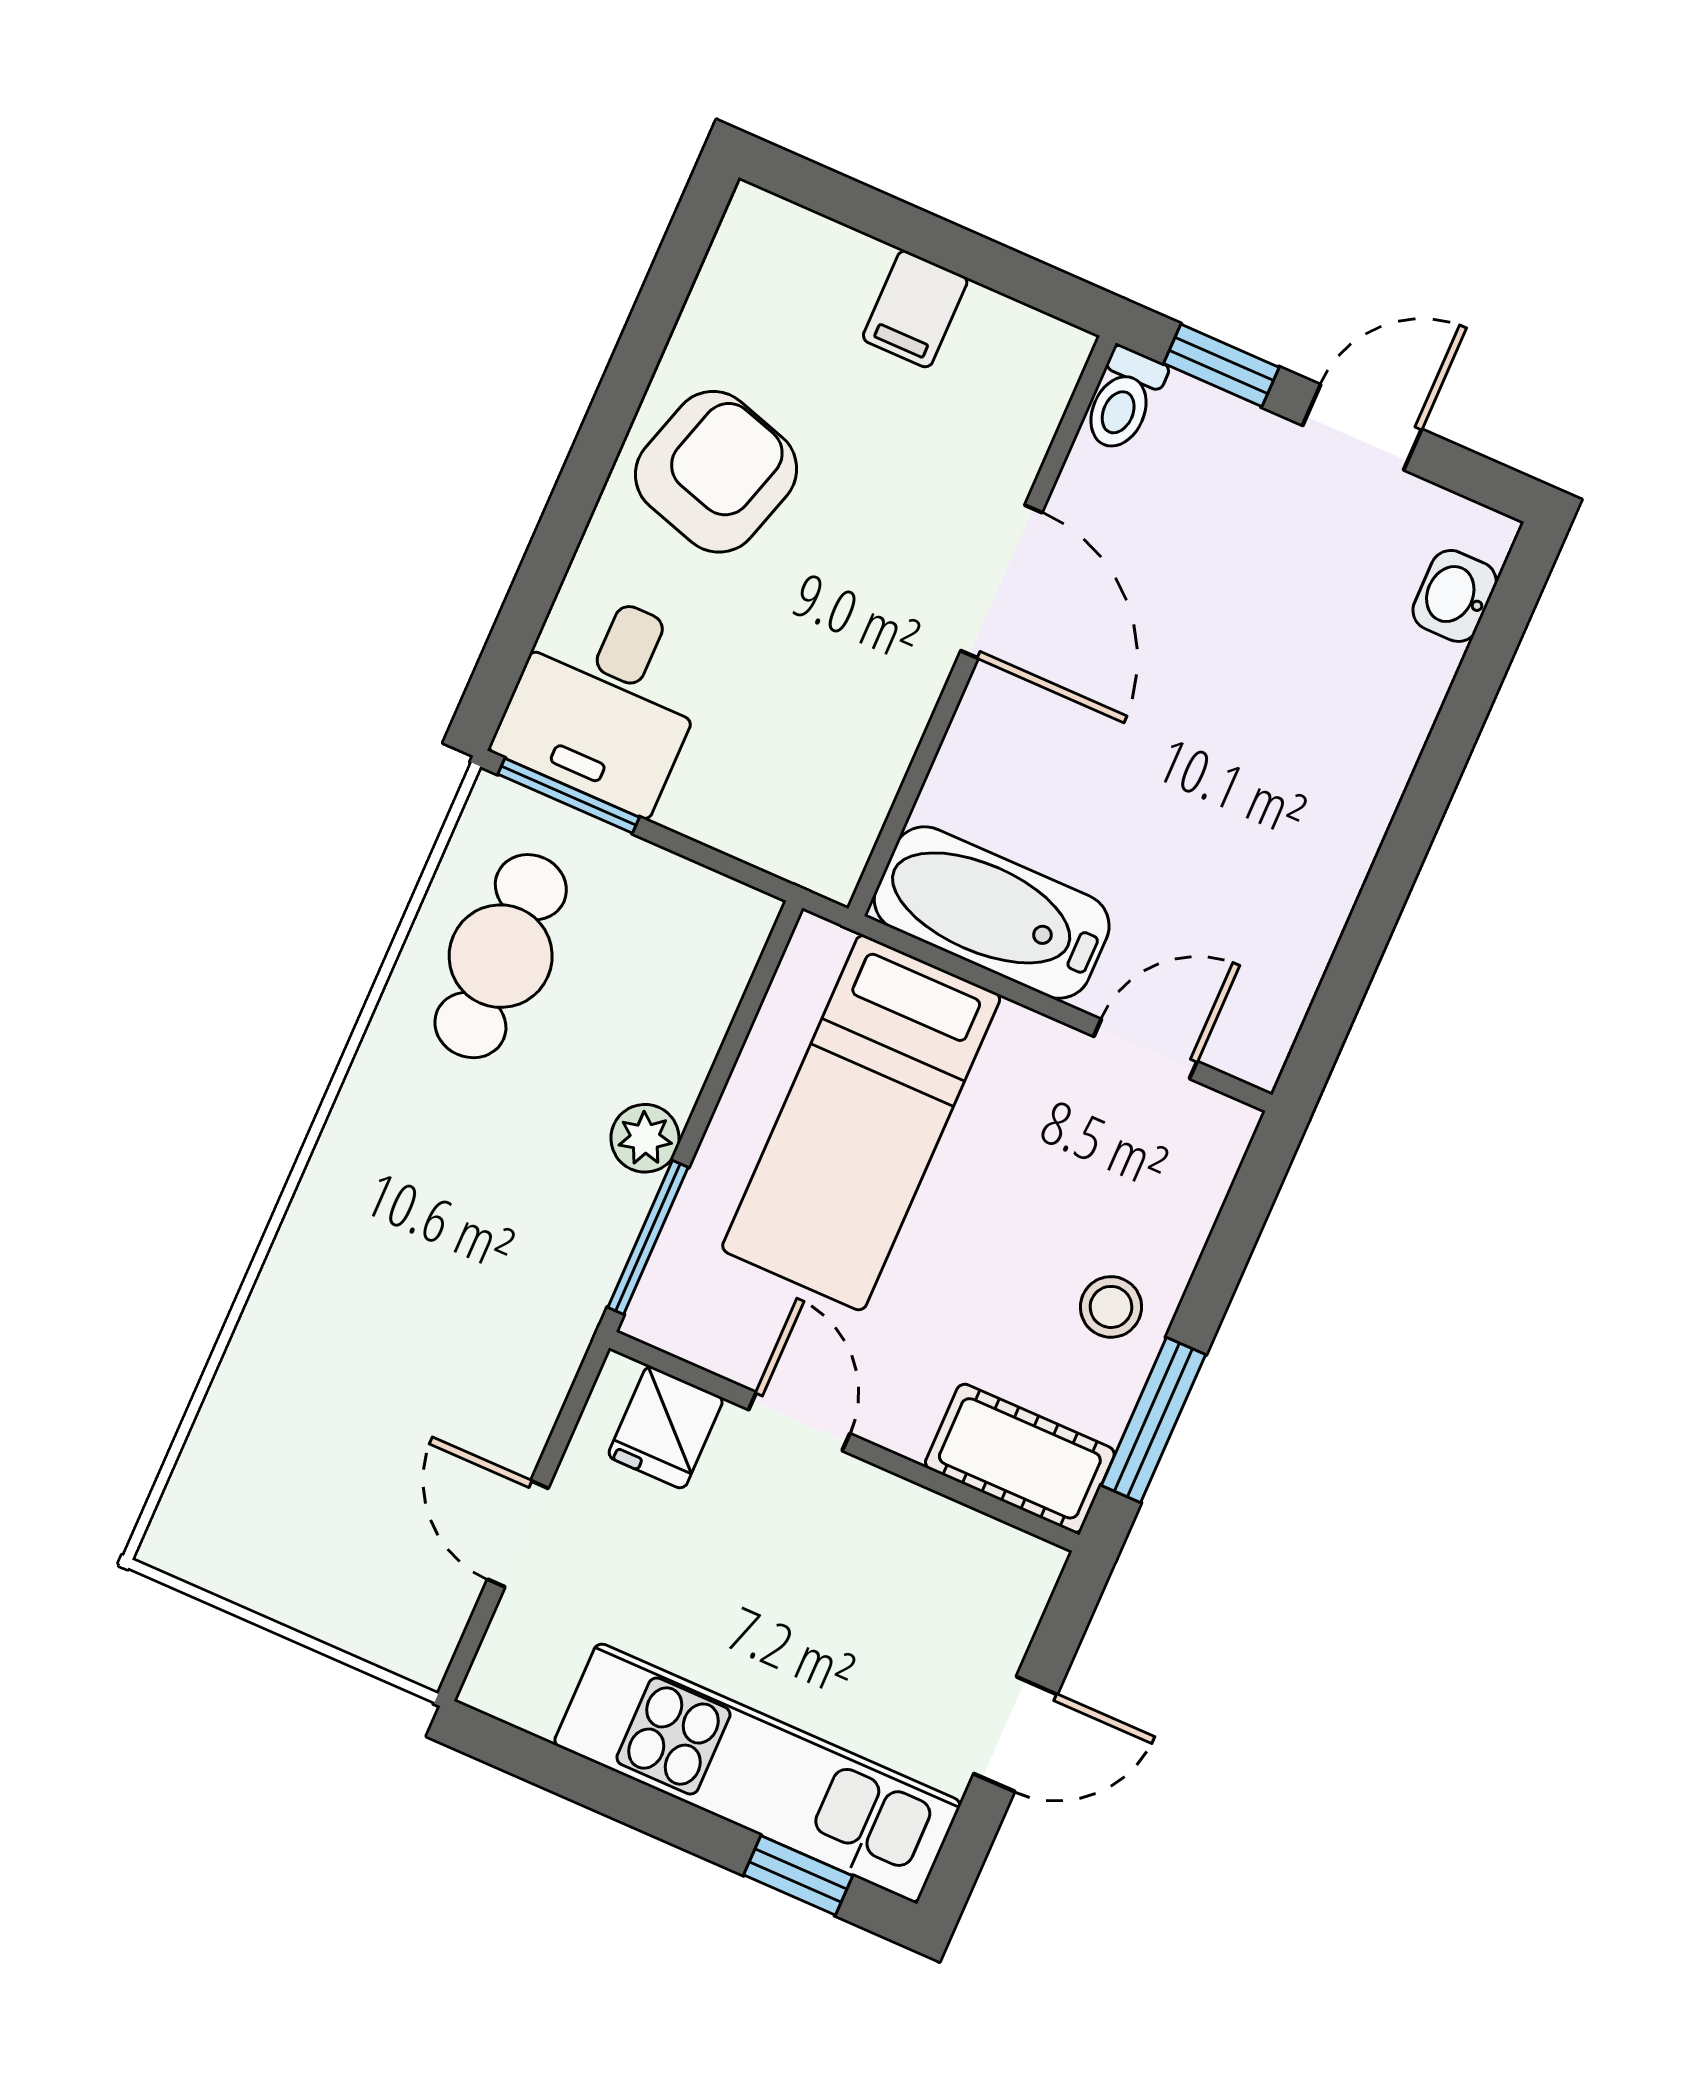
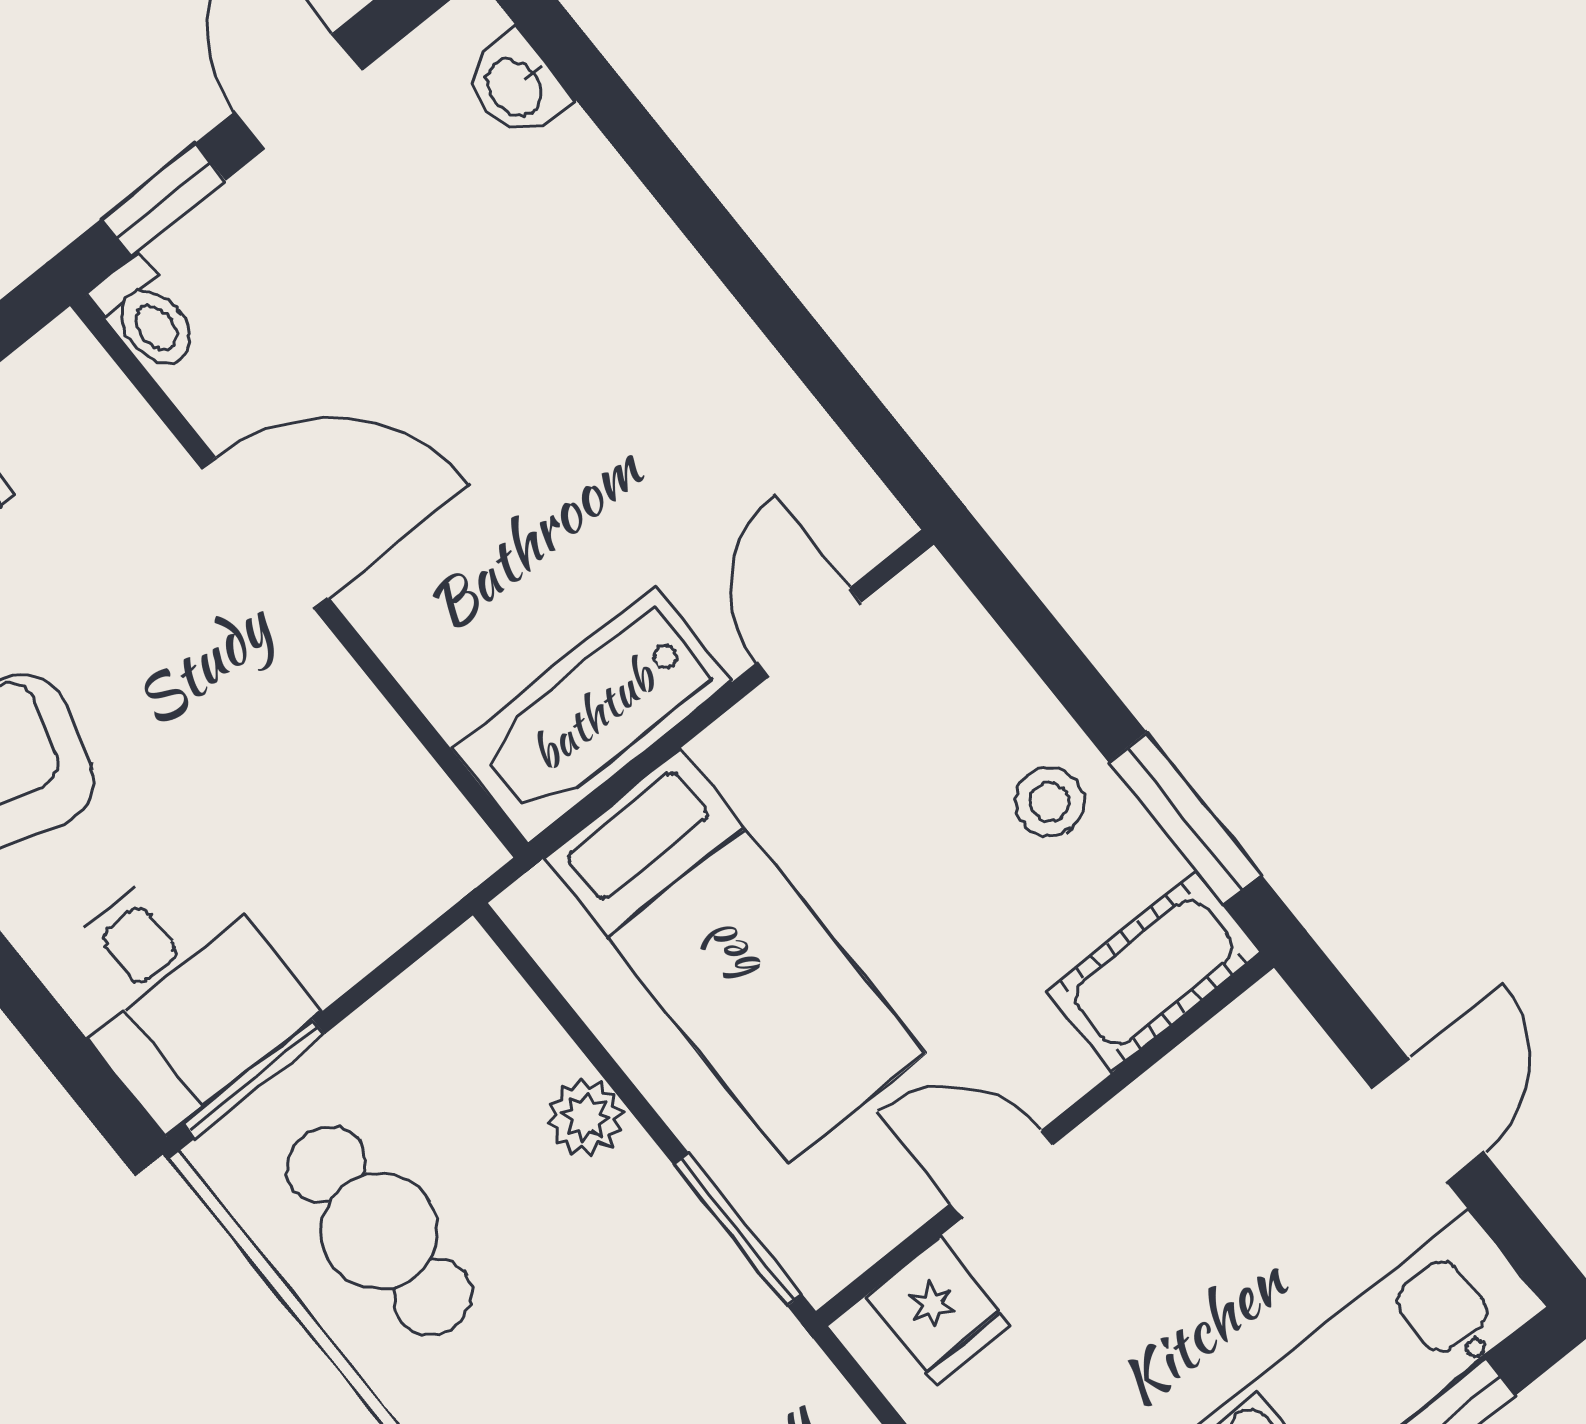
plant: (645, 1138) -> (586, 1117), moved

